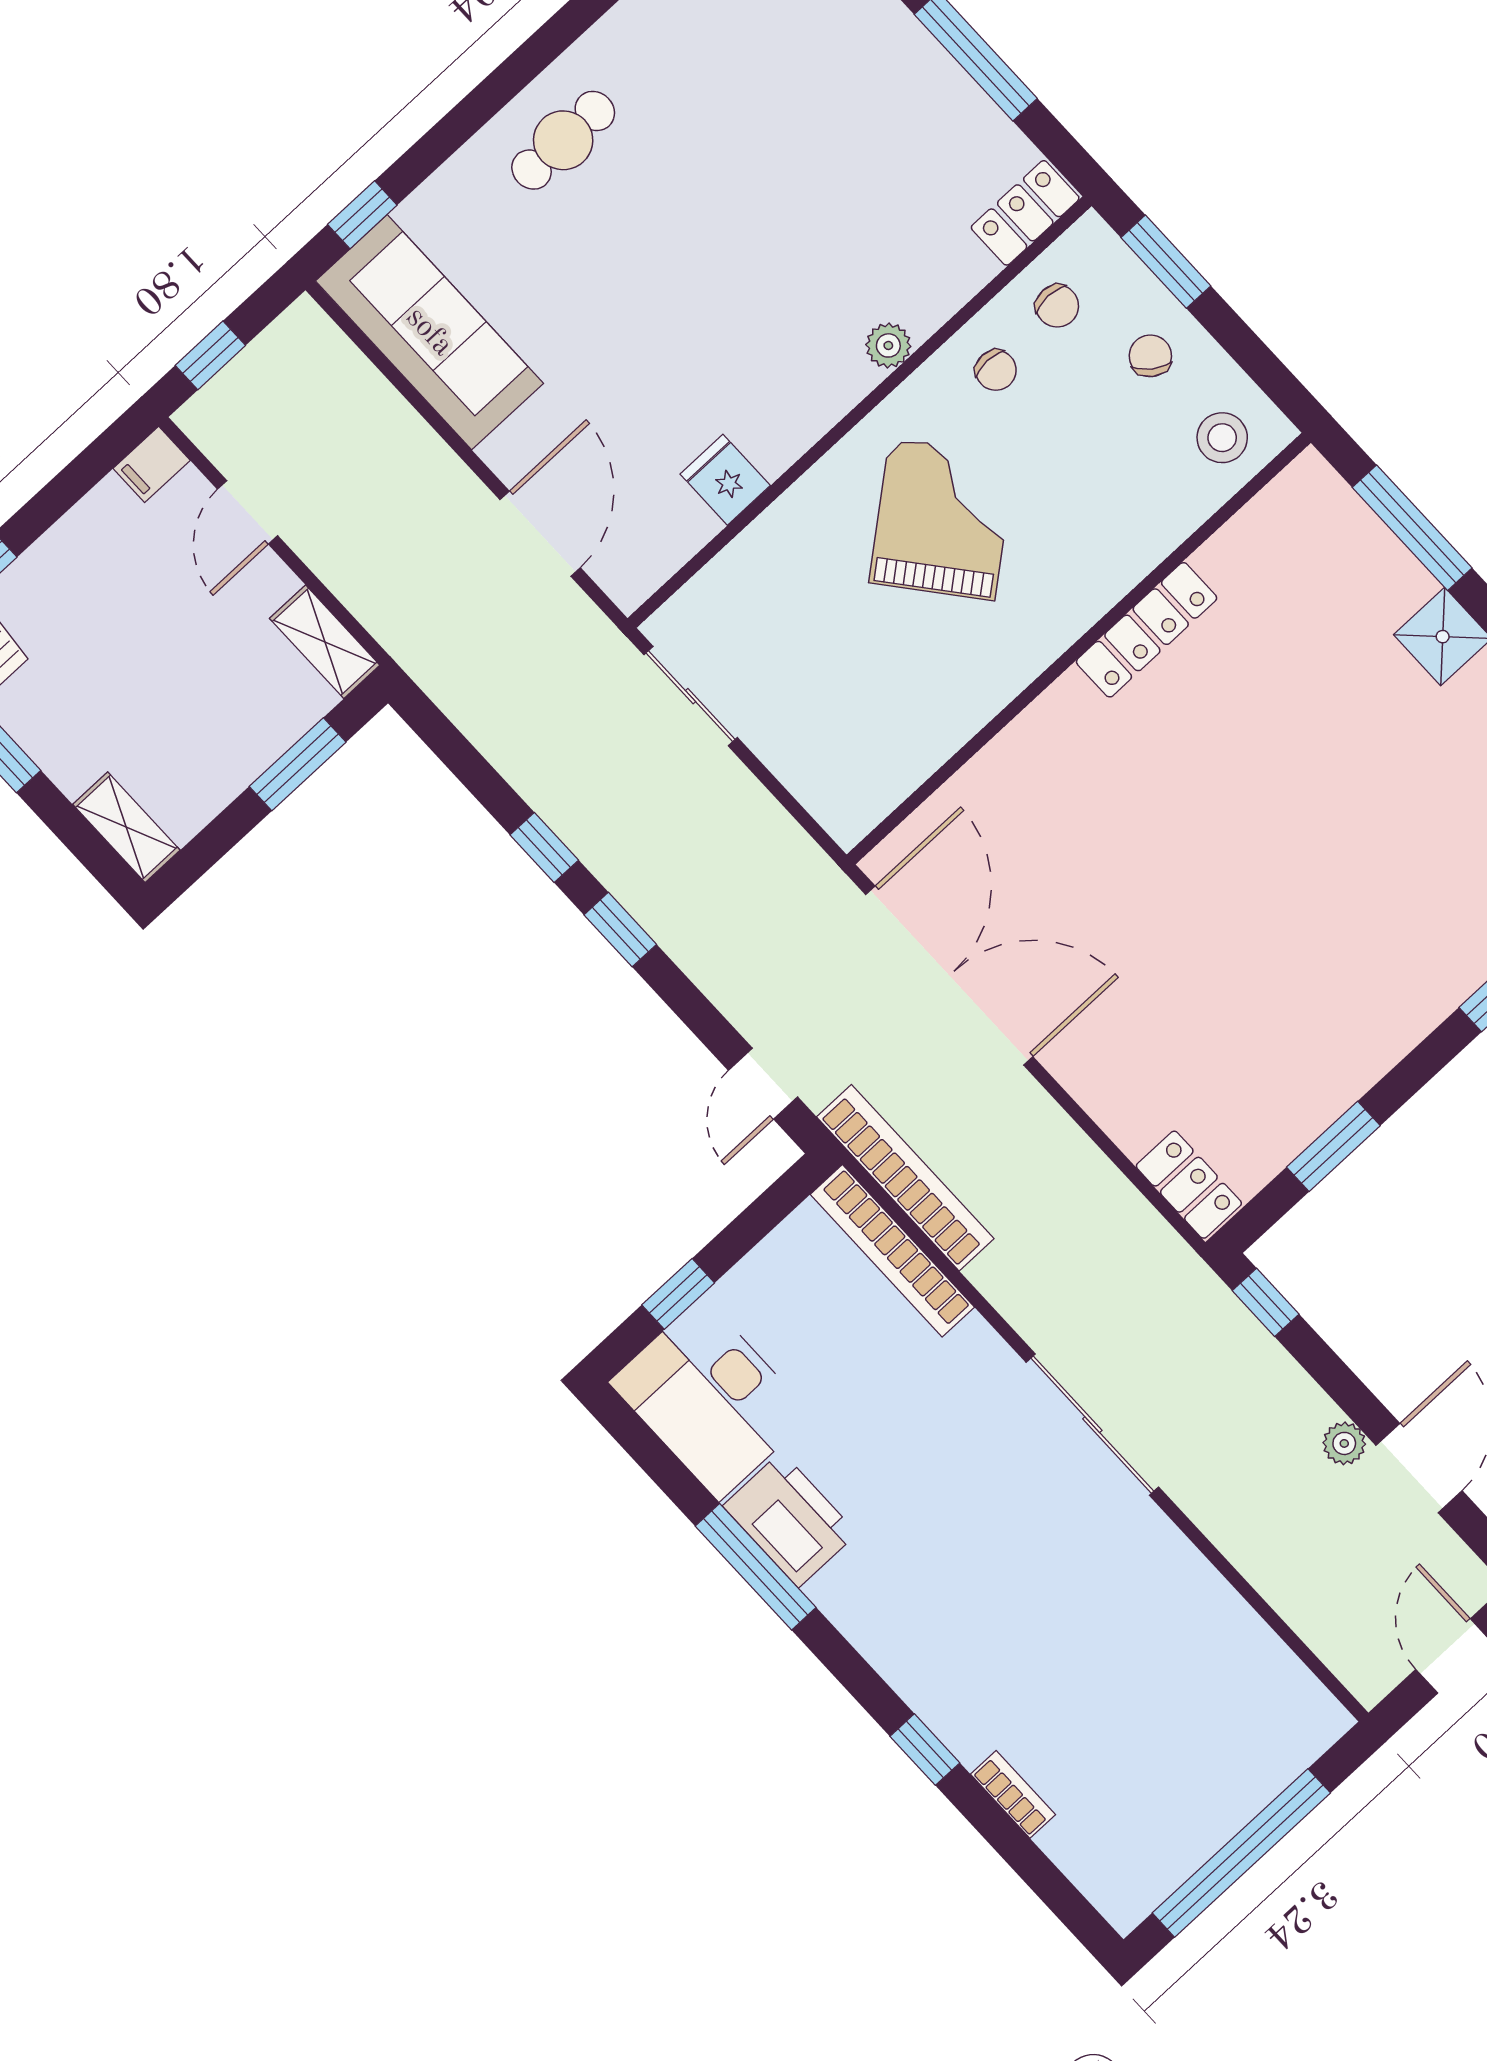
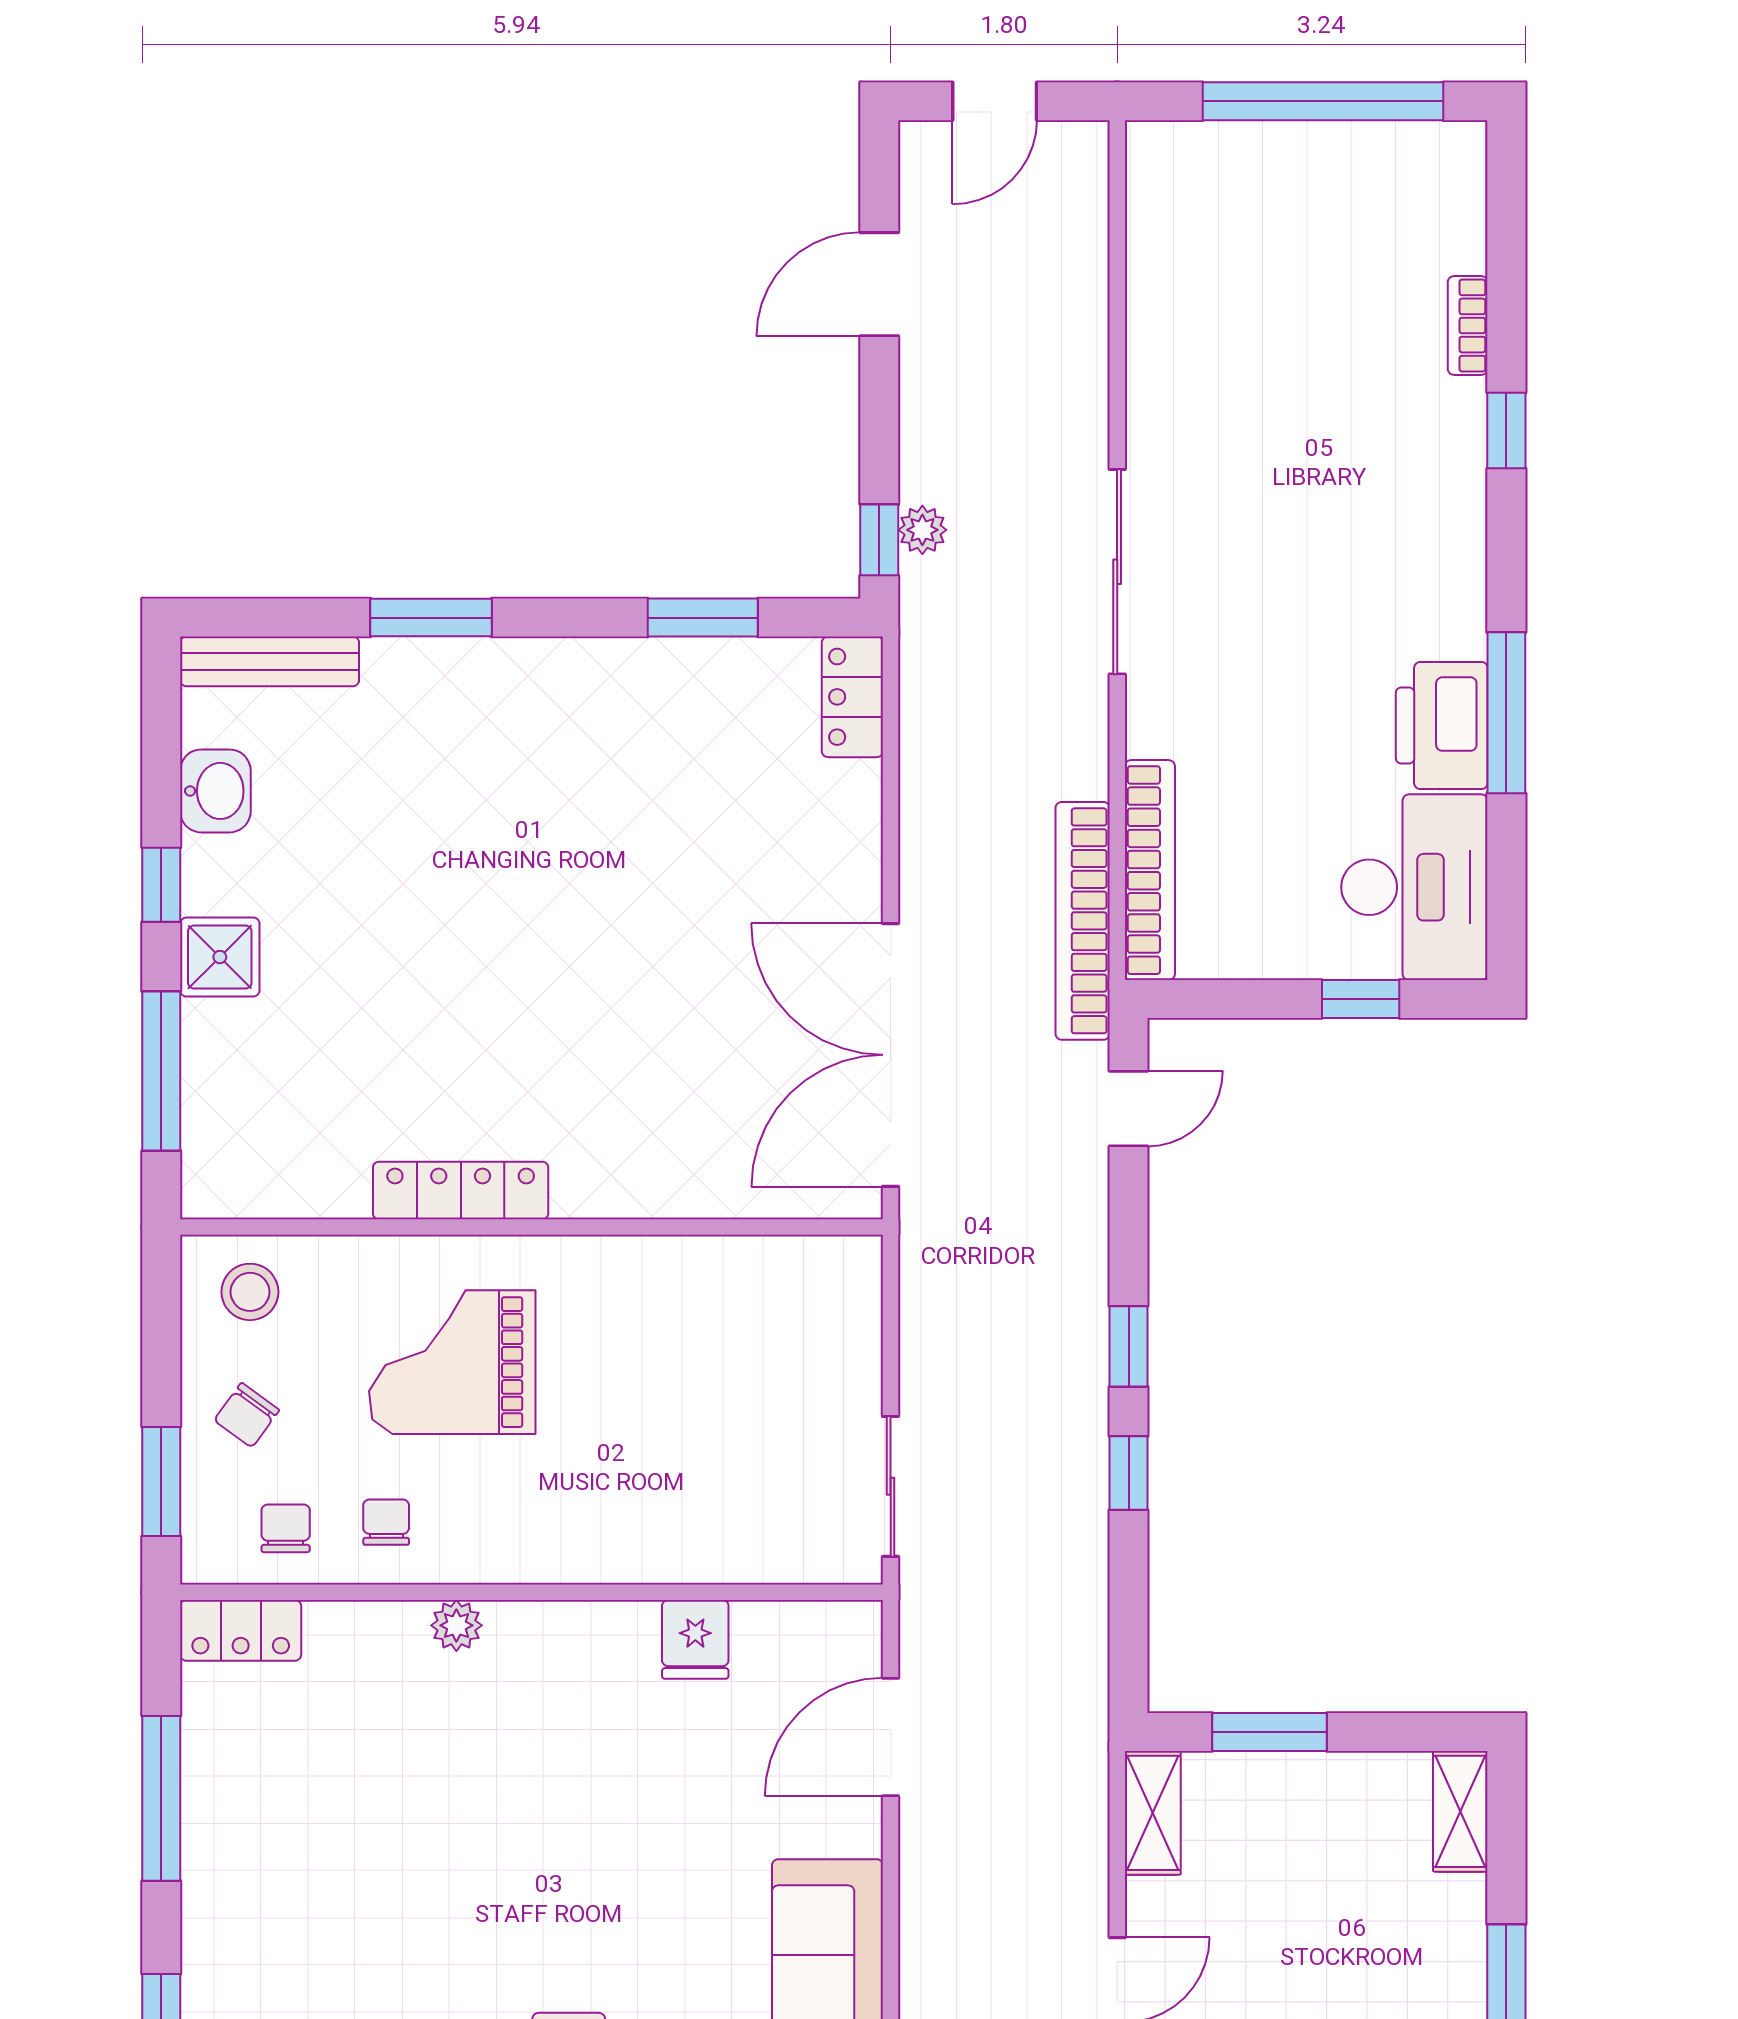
grand piano: (942, 519) -> (452, 1362), moved, turned 39
plant: (1344, 1443) -> (922, 530), moved

